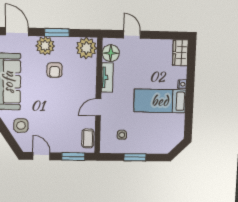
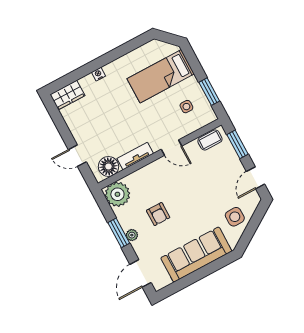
door: (132, 34) -> (77, 156), hinge flipped
plant: (45, 46) -> (132, 235), width x0.53, depth x0.53
armchair: (55, 70) -> (158, 214), turned 90
bed: (160, 101) -> (161, 76), moved, turned 90
window: (135, 157) -> (209, 92), moved

